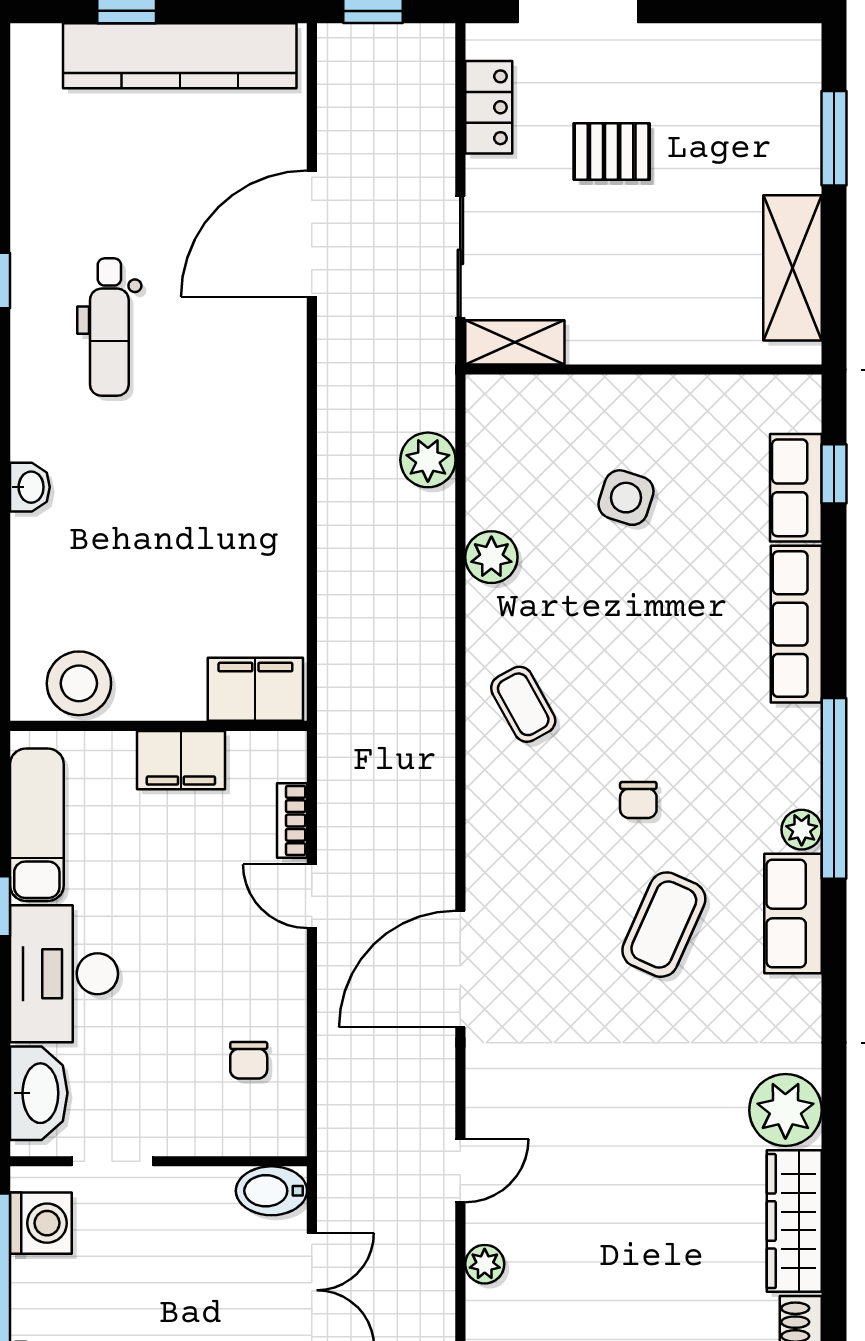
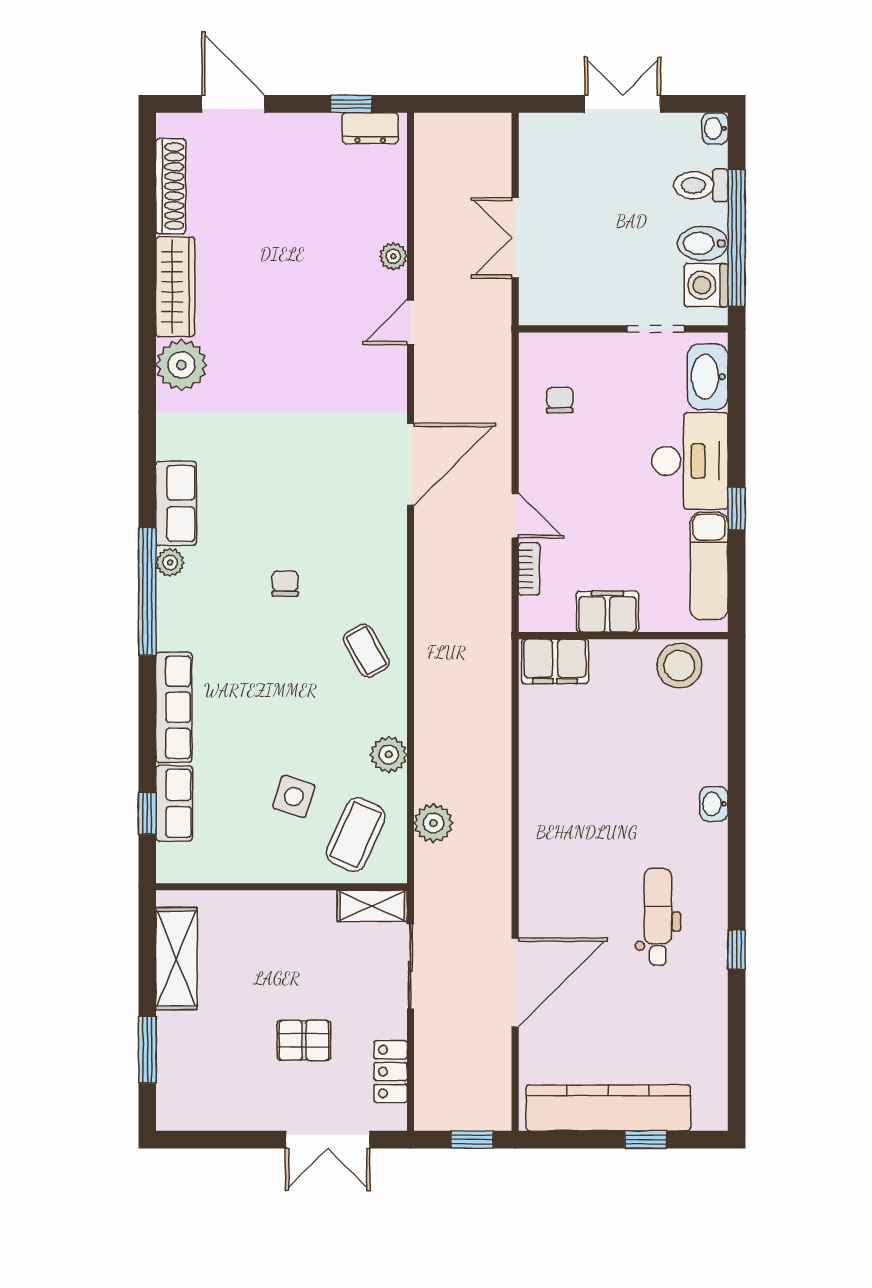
coffee table: (664, 925) -> (356, 835), moved
bidet: (271, 1191) -> (703, 243), moved, turned 180

